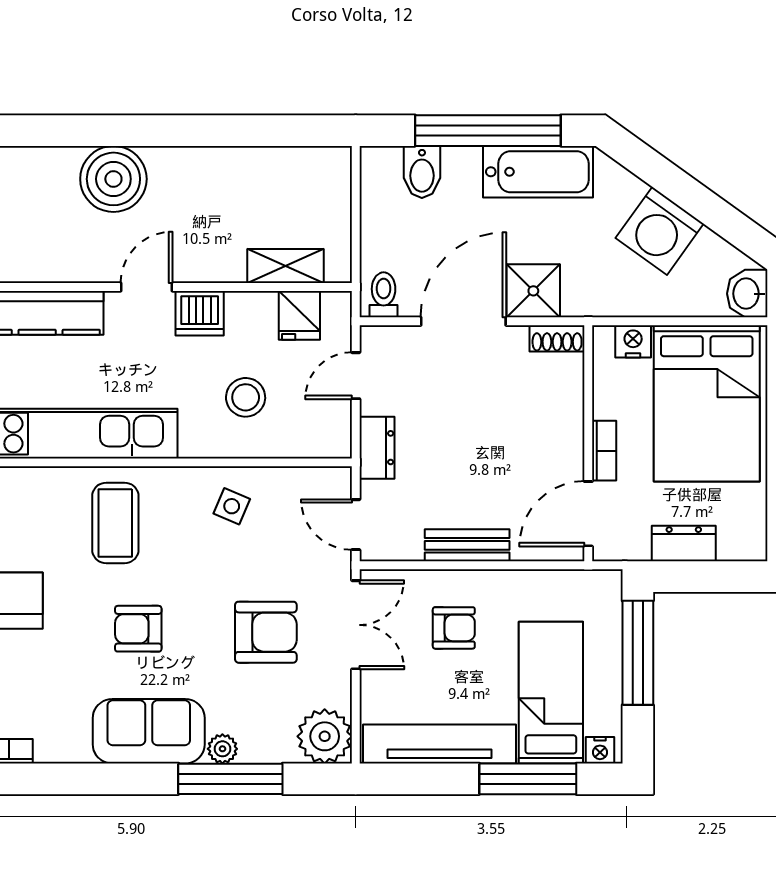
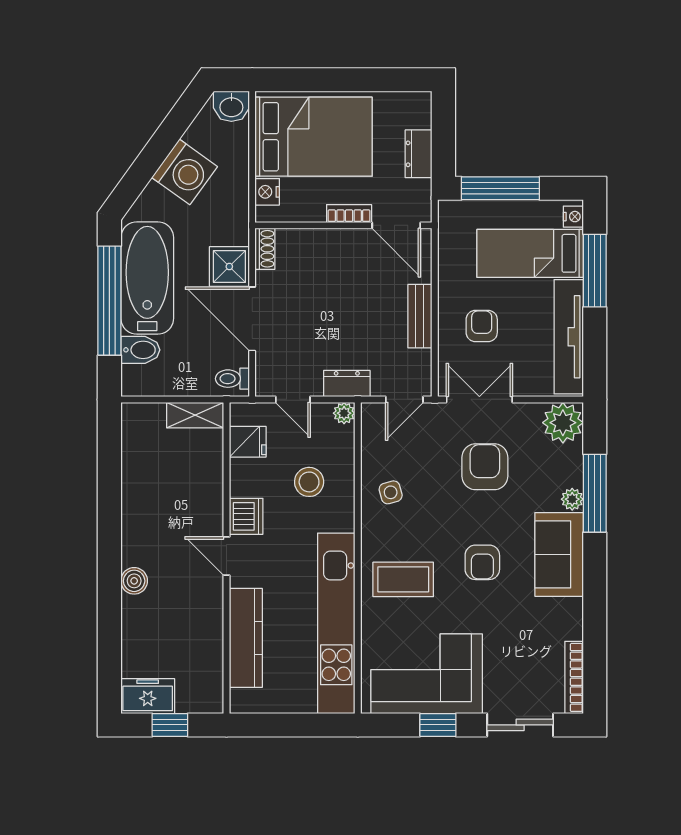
bathtub: (538, 172) -> (147, 278), width x1.36, depth x1.36
boiler: (113, 179) -> (134, 581), width x0.54, depth x0.54
shelving: (285, 266) -> (195, 415), moved, turned 90
plant: (337, 444) -> (344, 413), added
side table: (232, 506) -> (391, 492), turned -38

